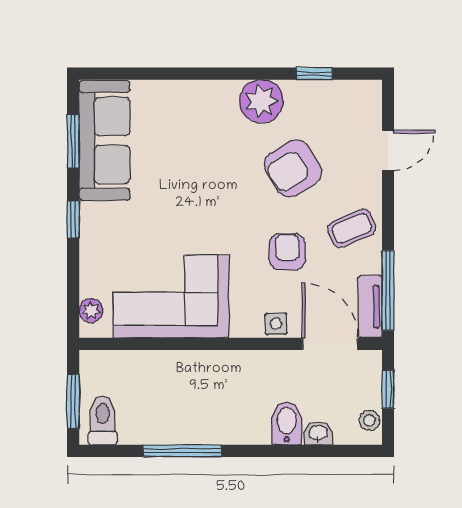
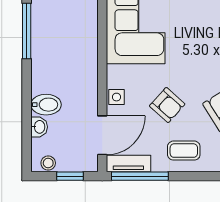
coffee table: (352, 228) -> (184, 151), turned -67
armchair: (287, 252) -> (167, 105), turned 42

